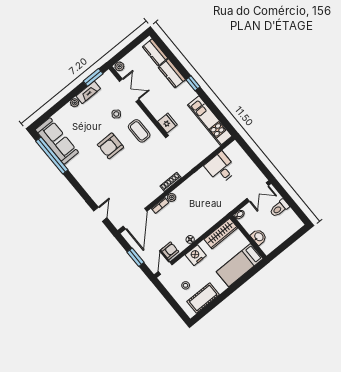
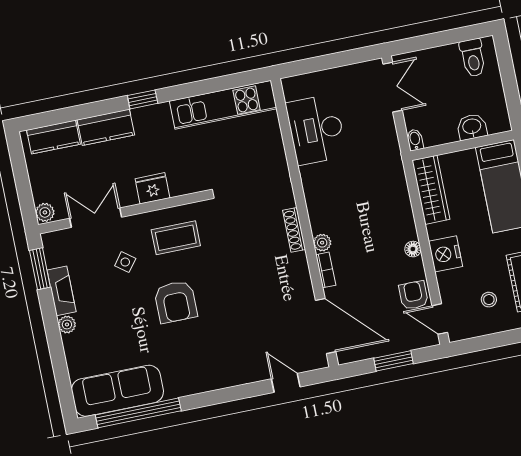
fridge: (167, 123) -> (152, 188), moved
desk: (221, 168) -> (316, 129), width x1.37
toilet: (279, 208) -> (473, 58), moved

